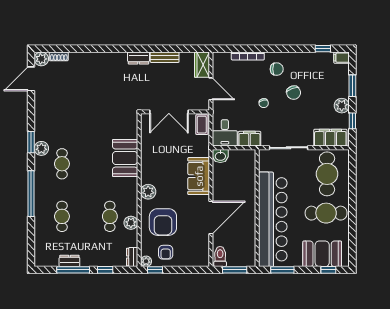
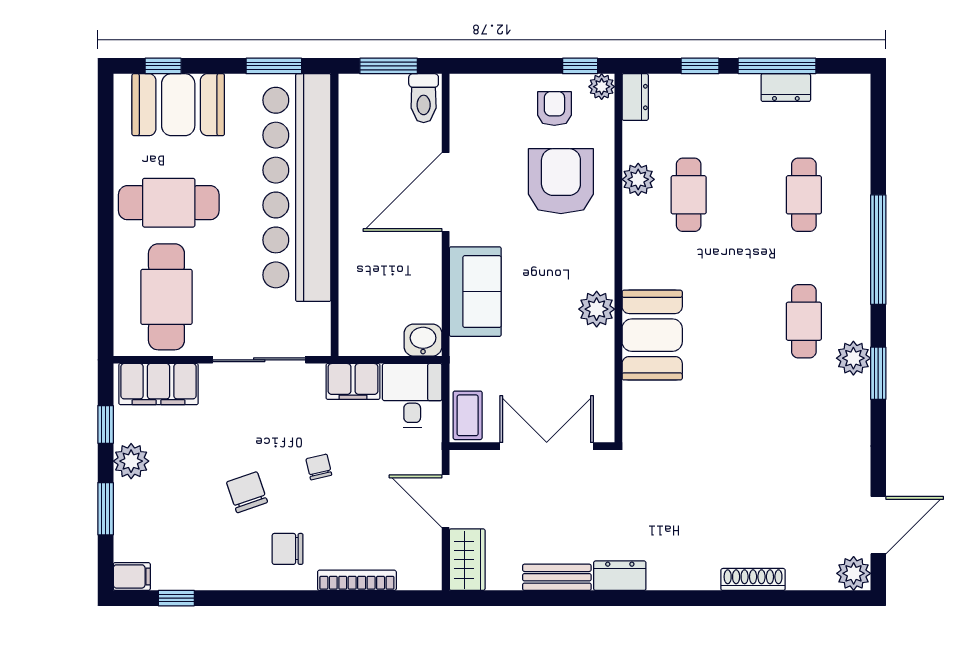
shoe rack: (59, 56) -> (753, 579), moved, width x1.43
plant: (148, 192) -> (597, 309), moved

